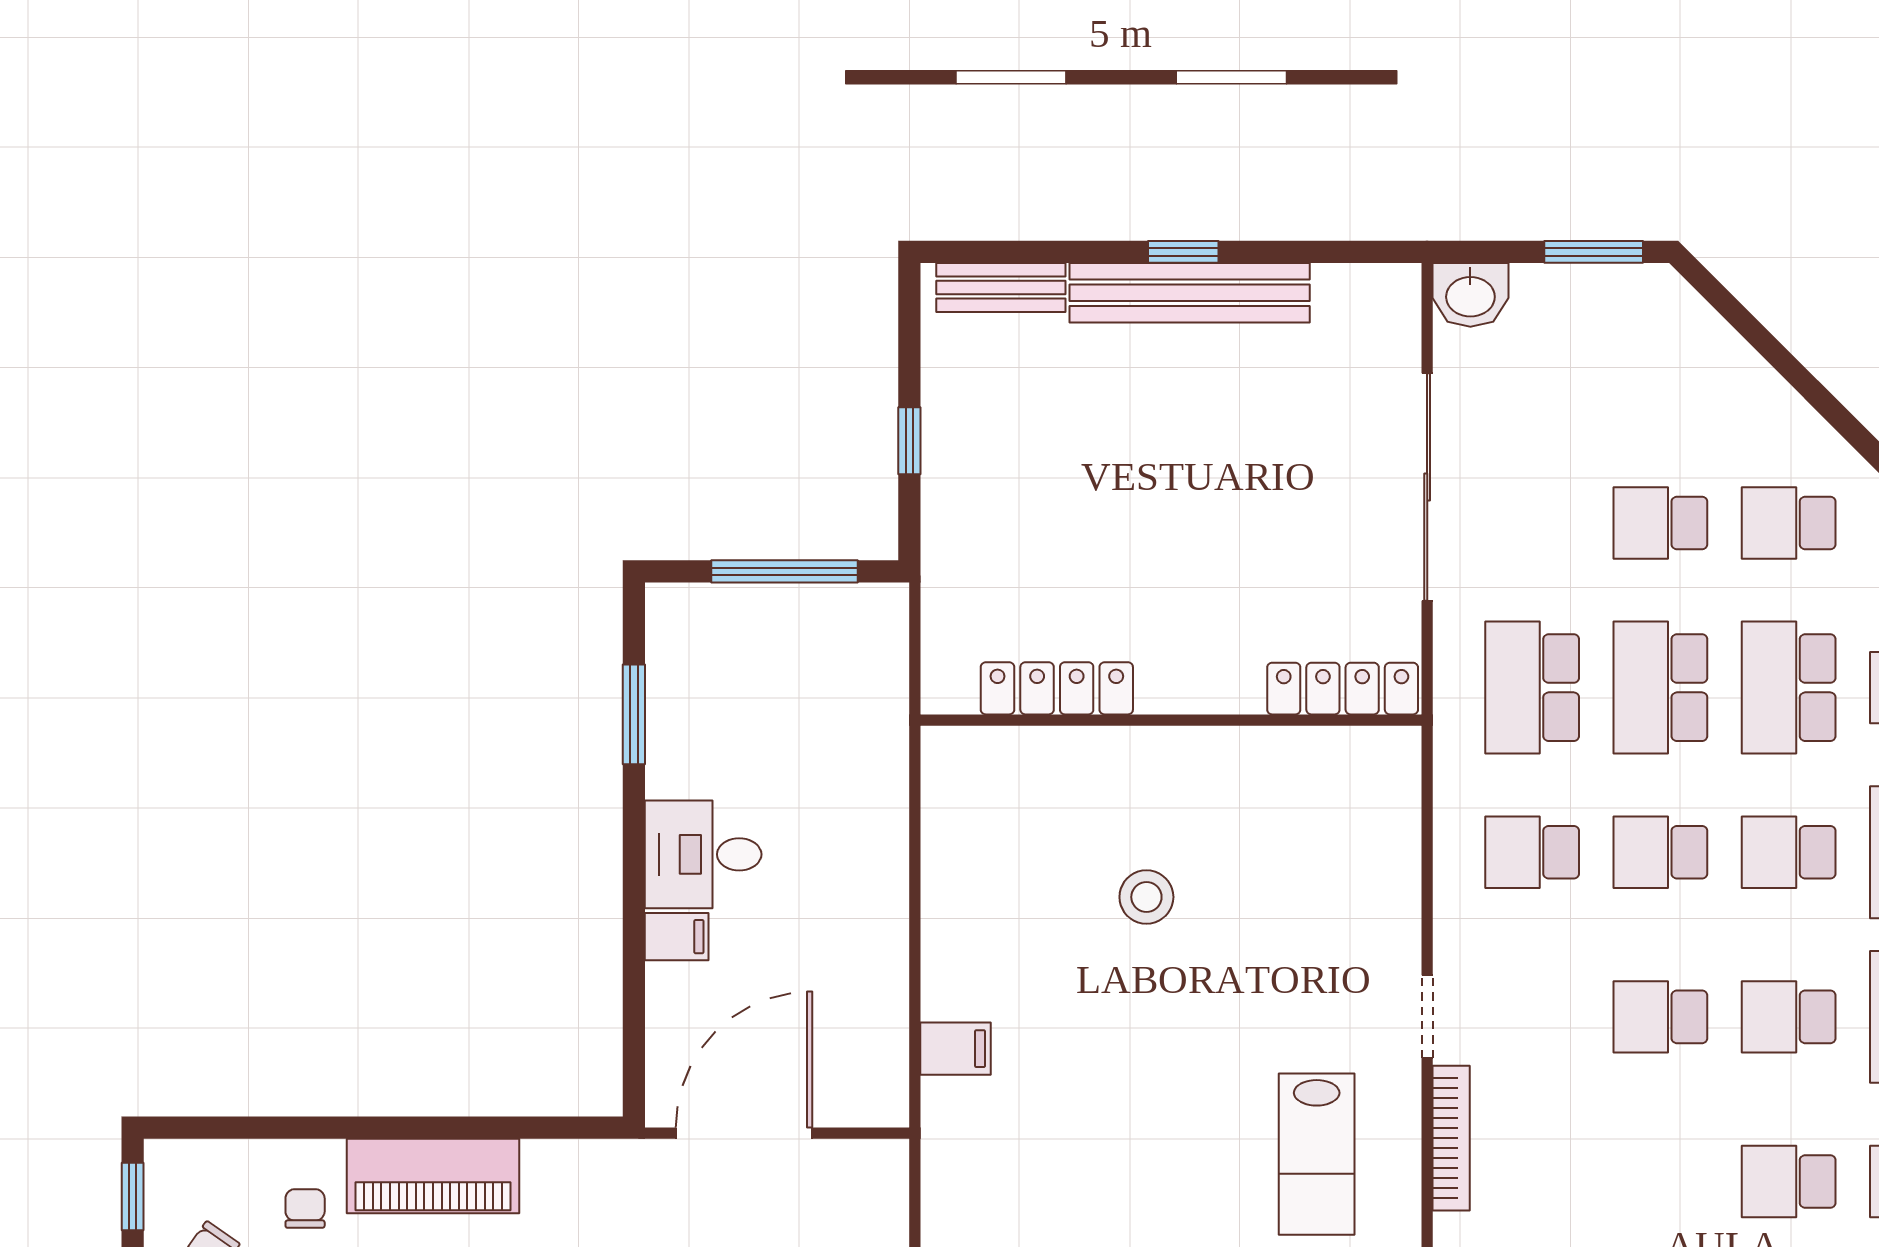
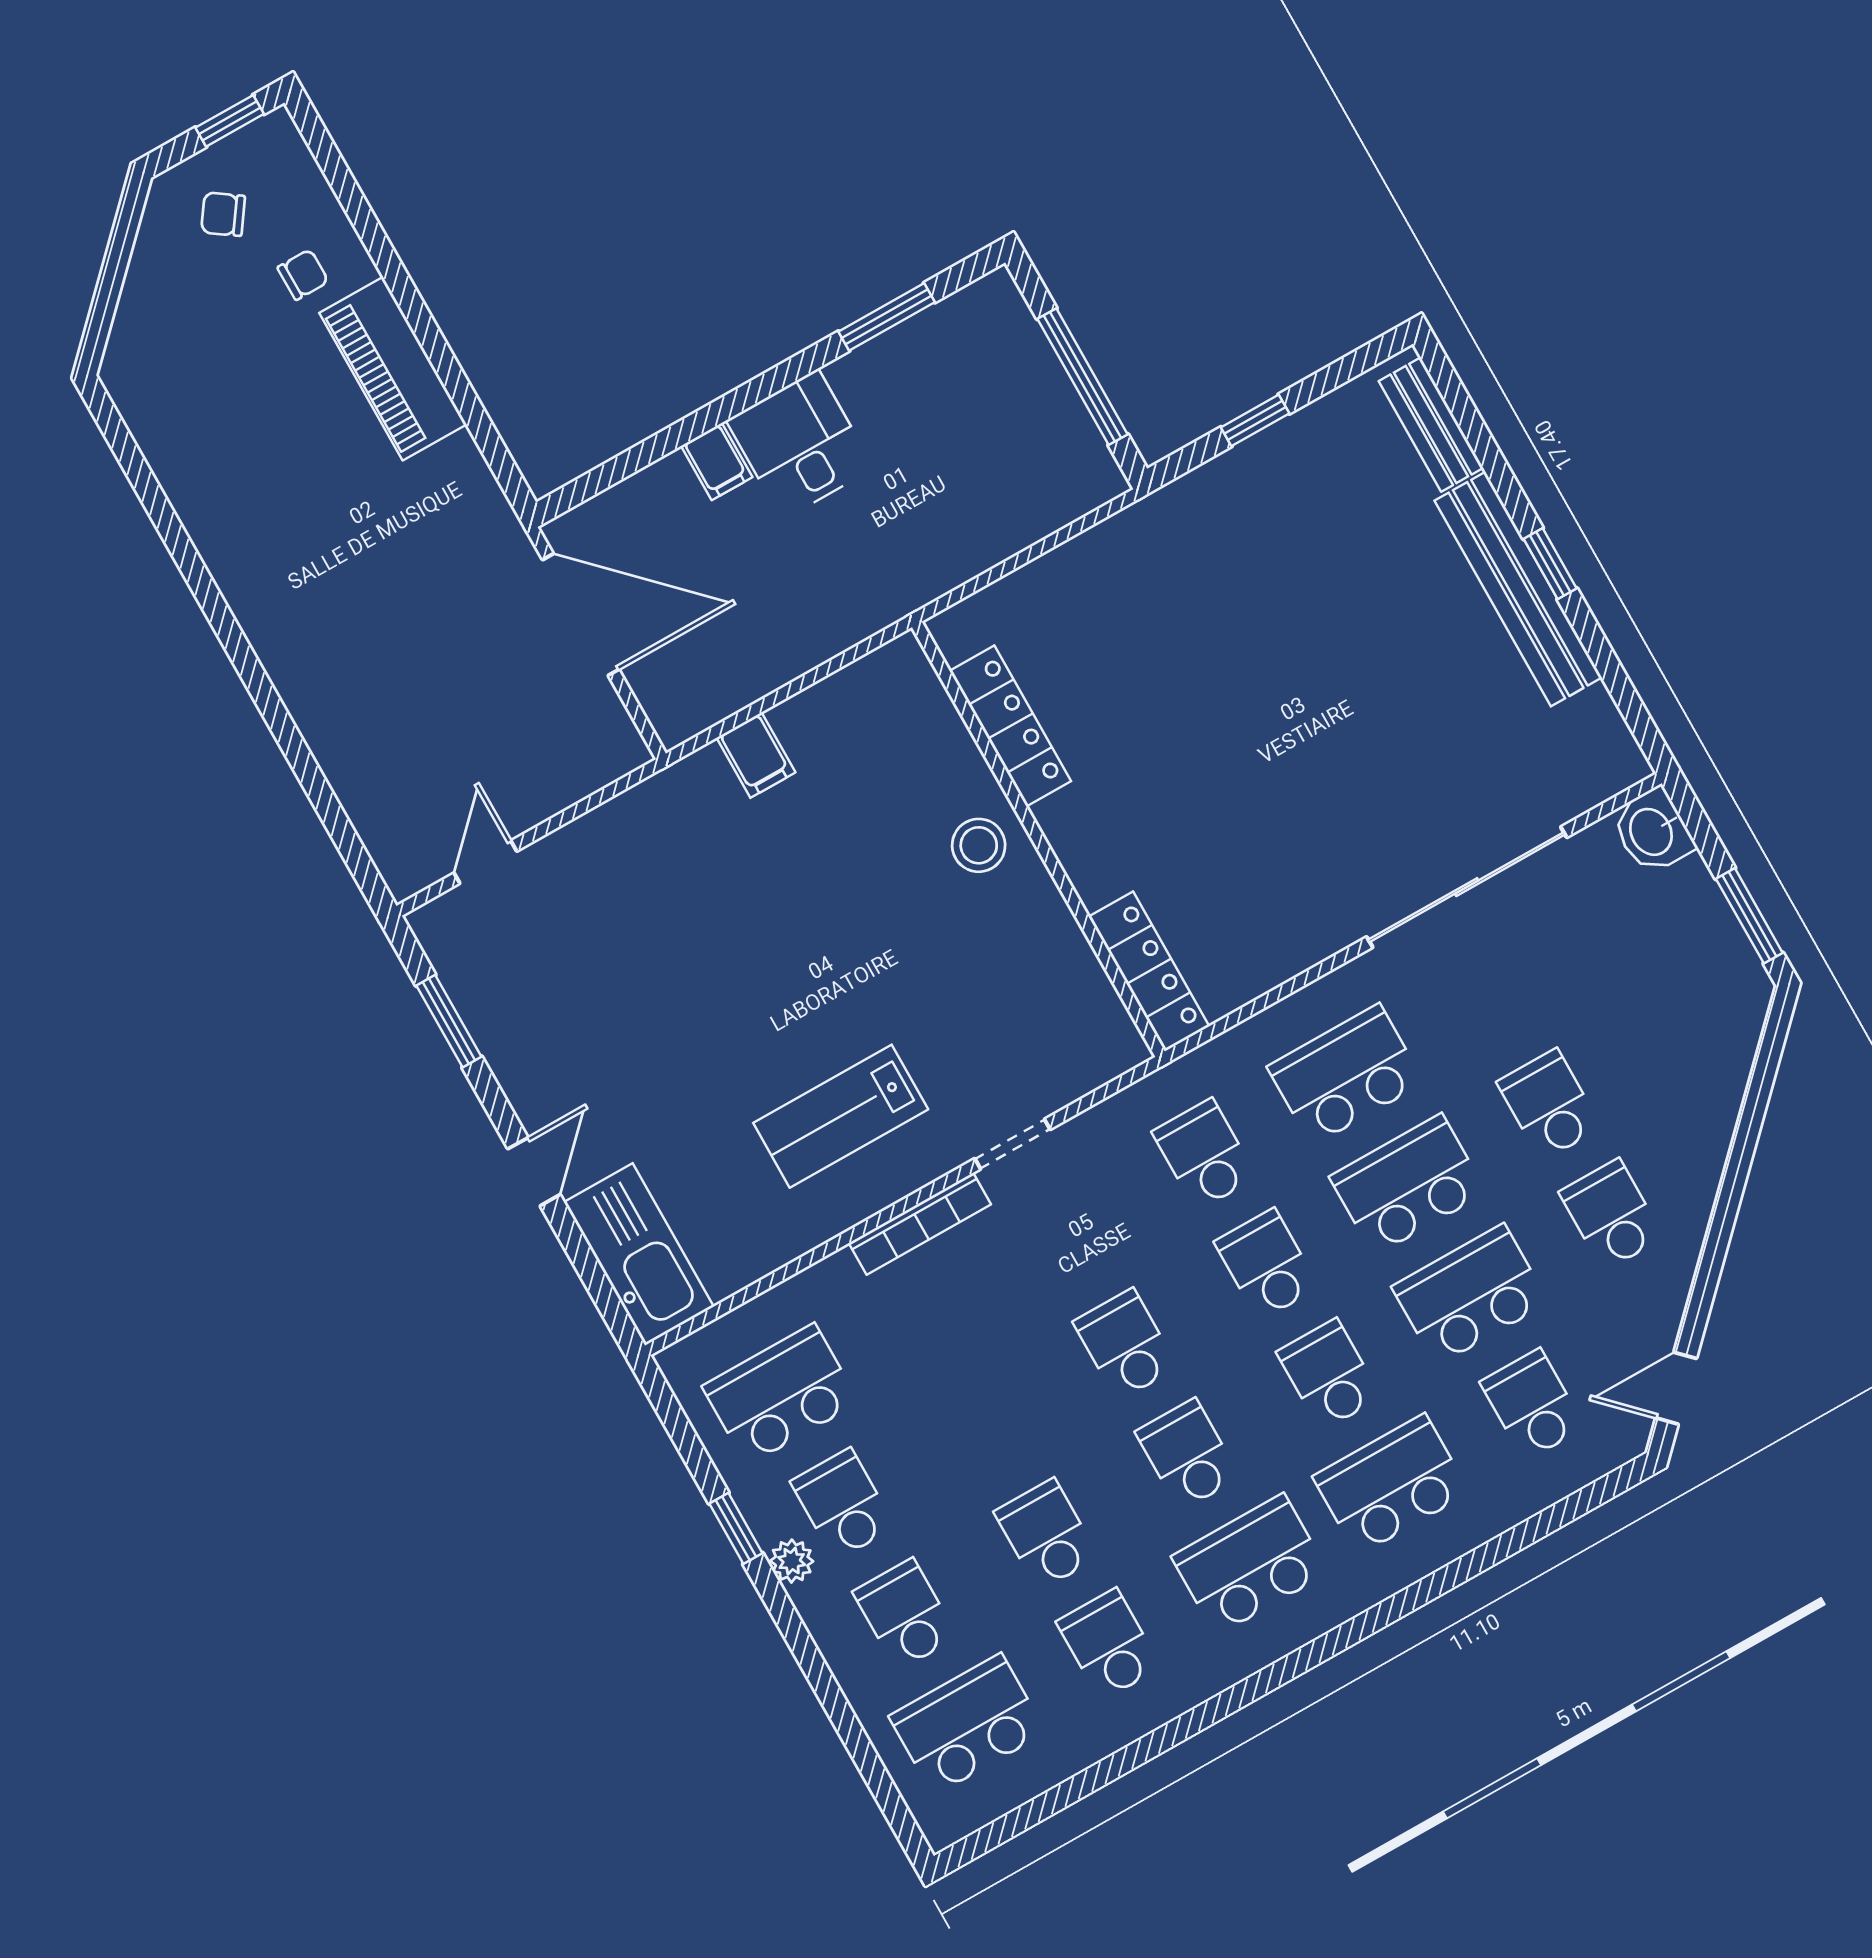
locker: (1057, 688) -> (1010, 726), moved
locker: (1343, 689) -> (1149, 971), moved
wall: (1171, 720) -> (1038, 839), moved

